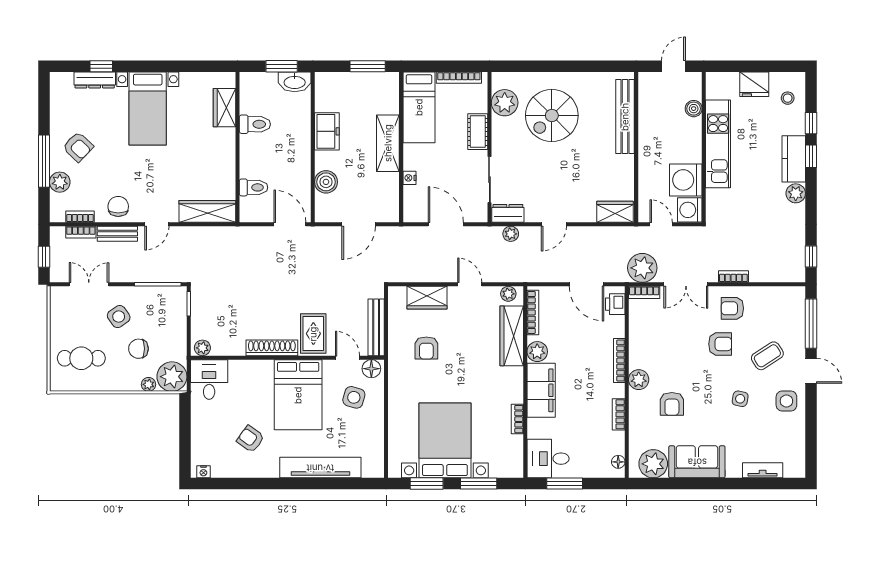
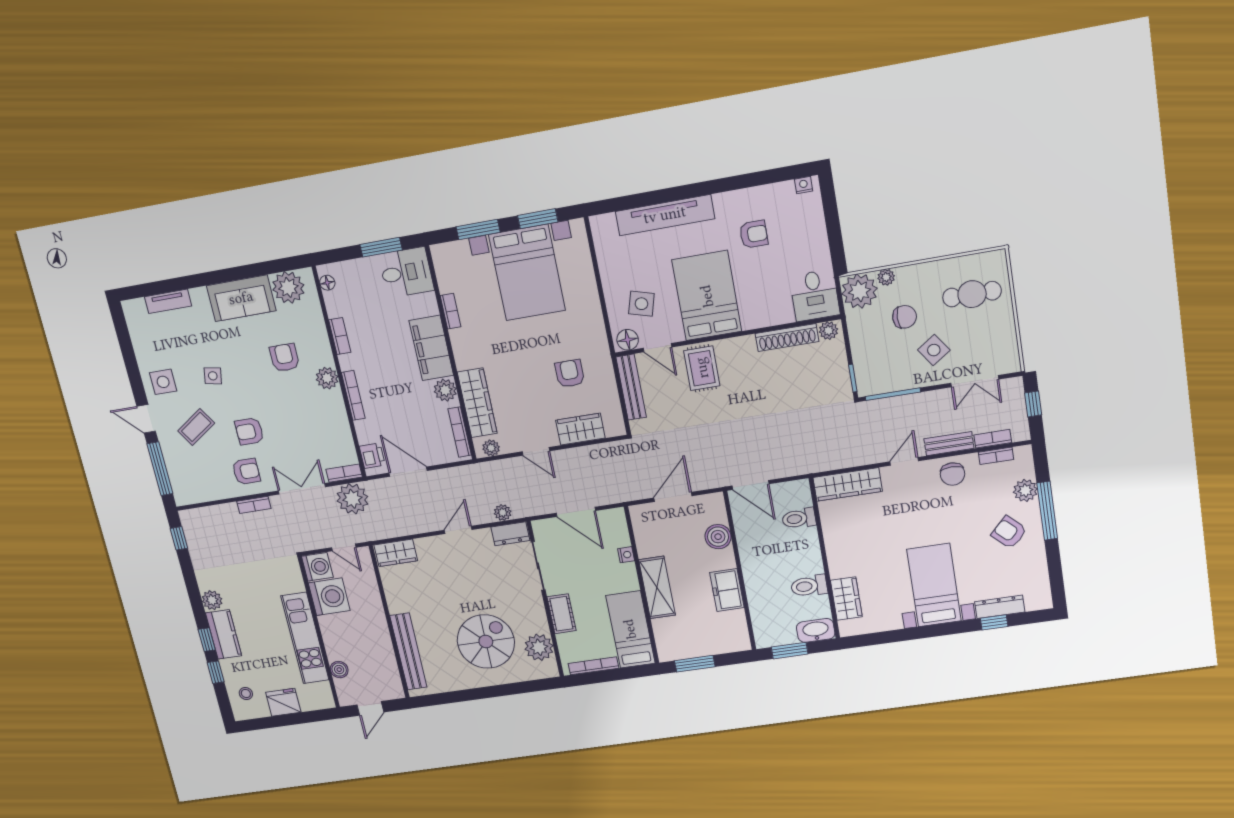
washbasin: (295, 82) -> (816, 630), moved
shoe rack: (272, 348) -> (787, 337), moved
armchair: (250, 439) -> (754, 234), turned -36

